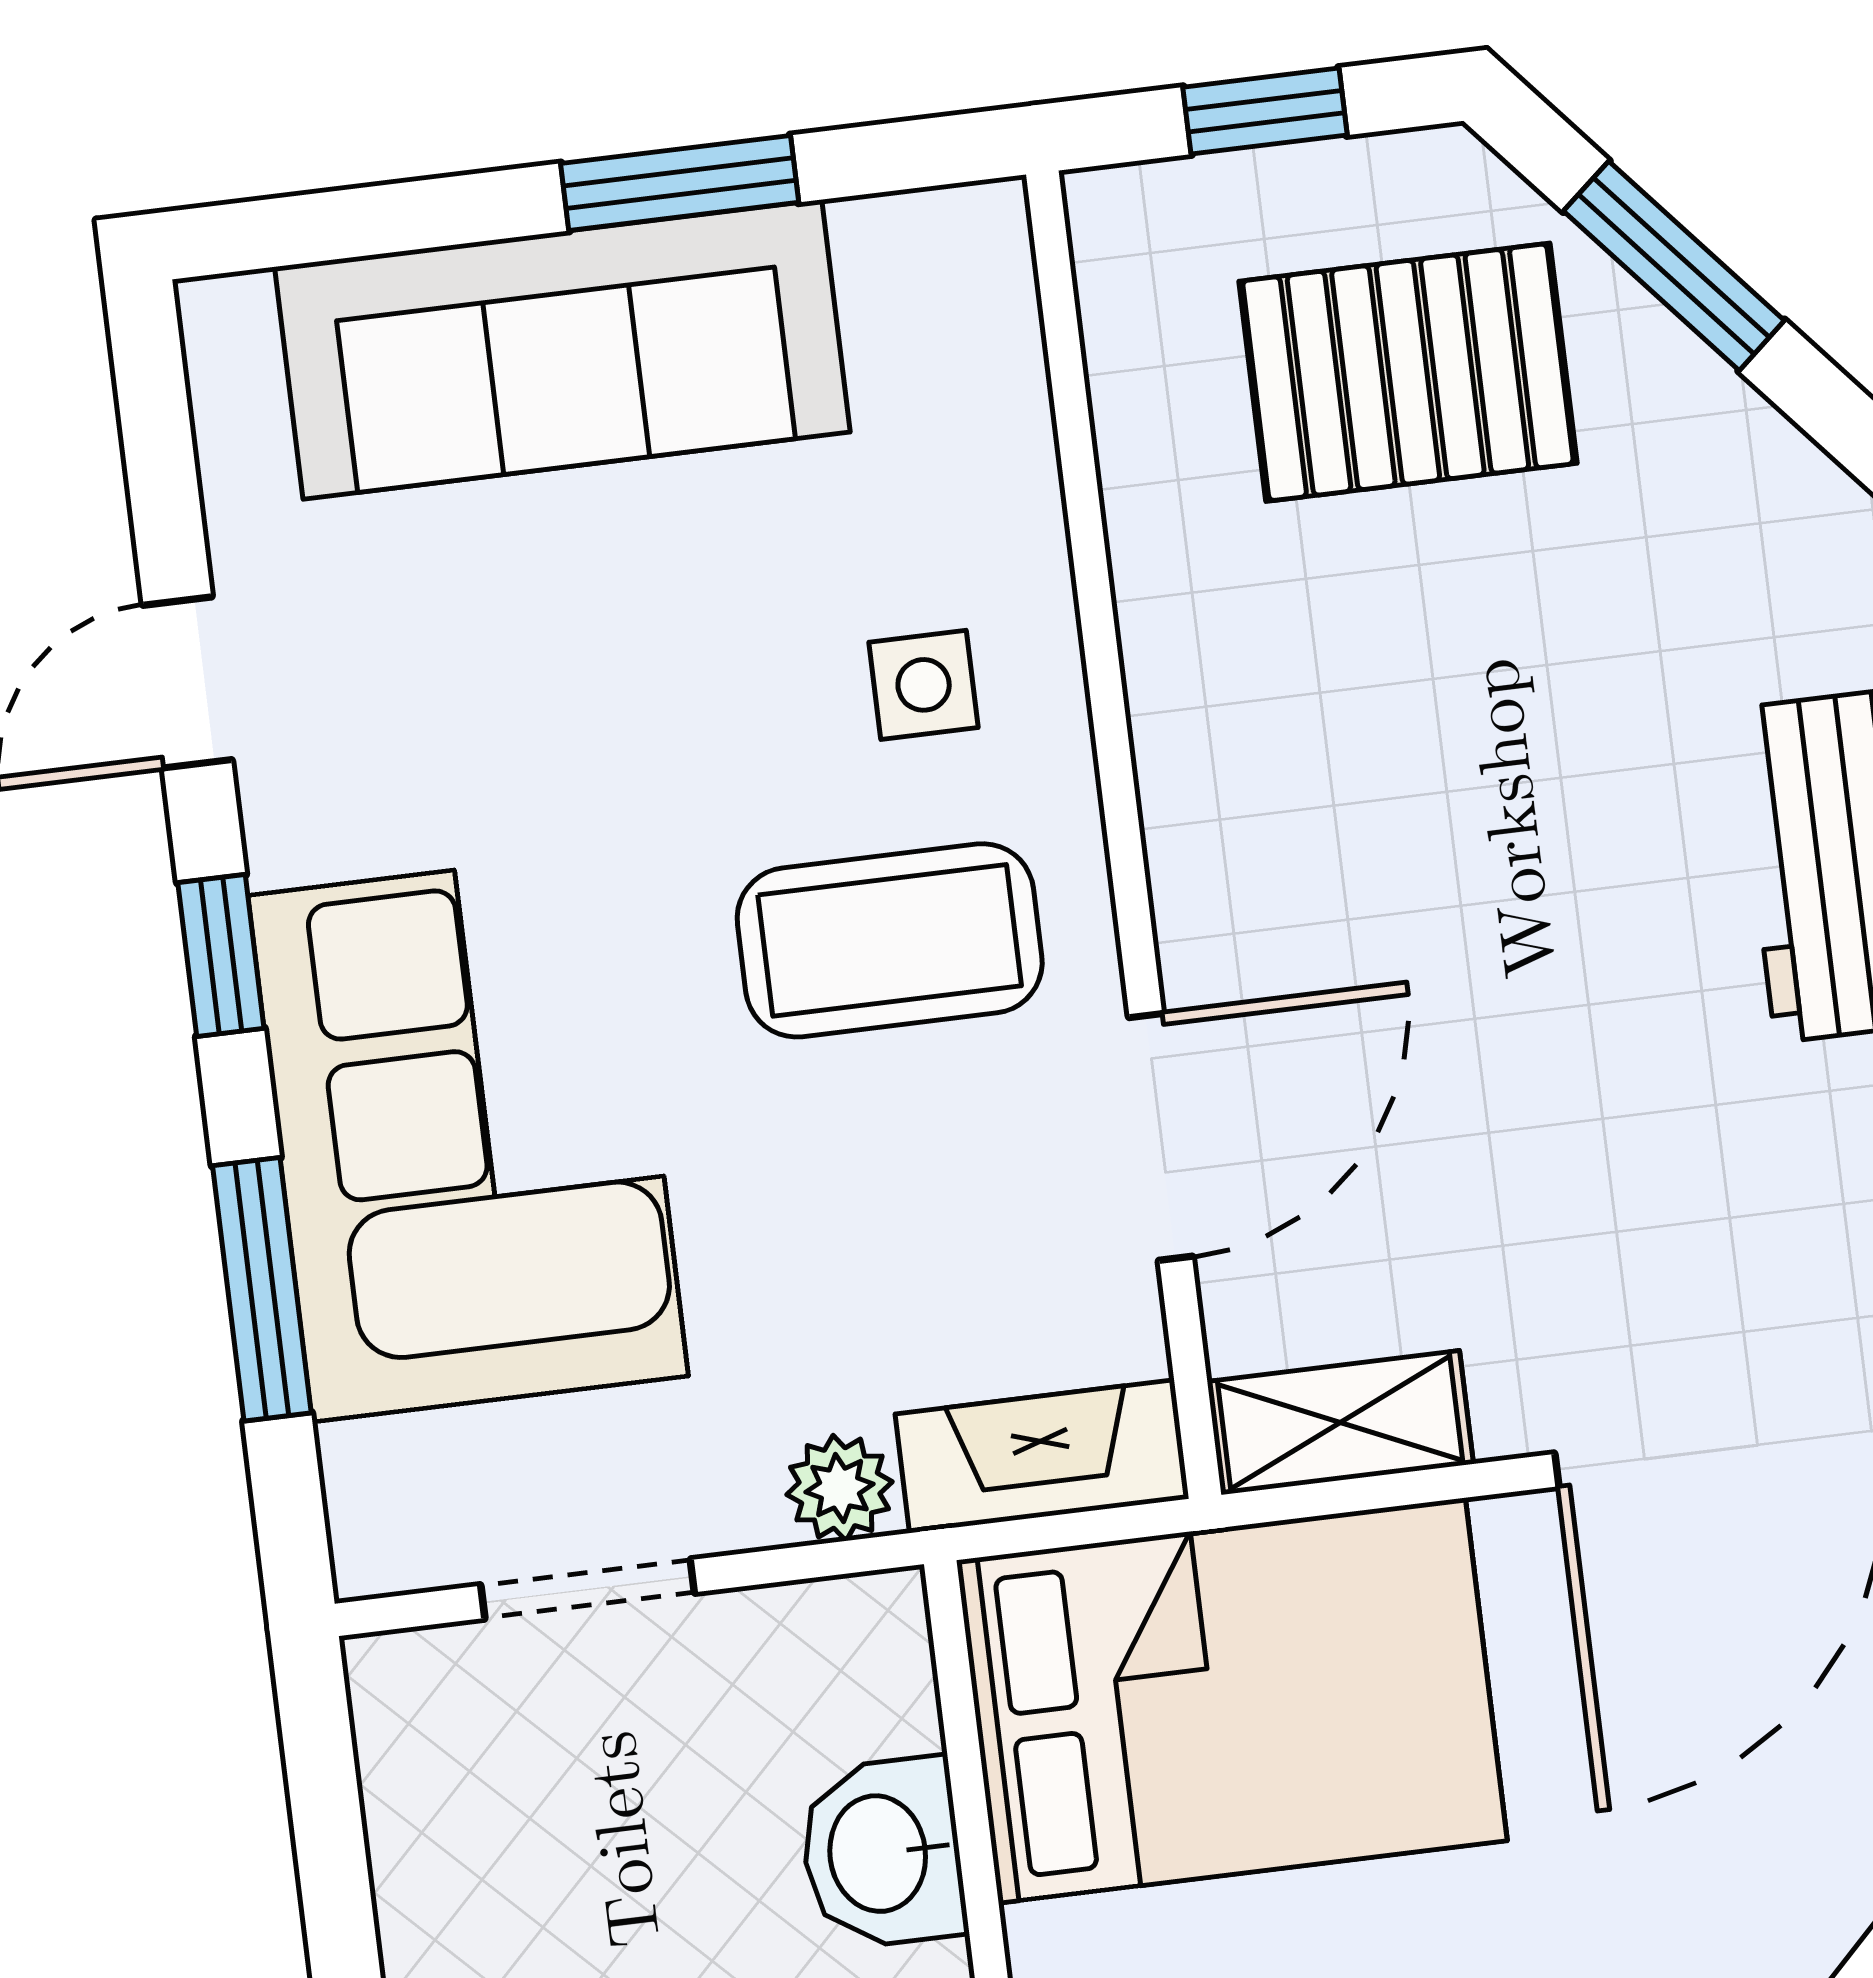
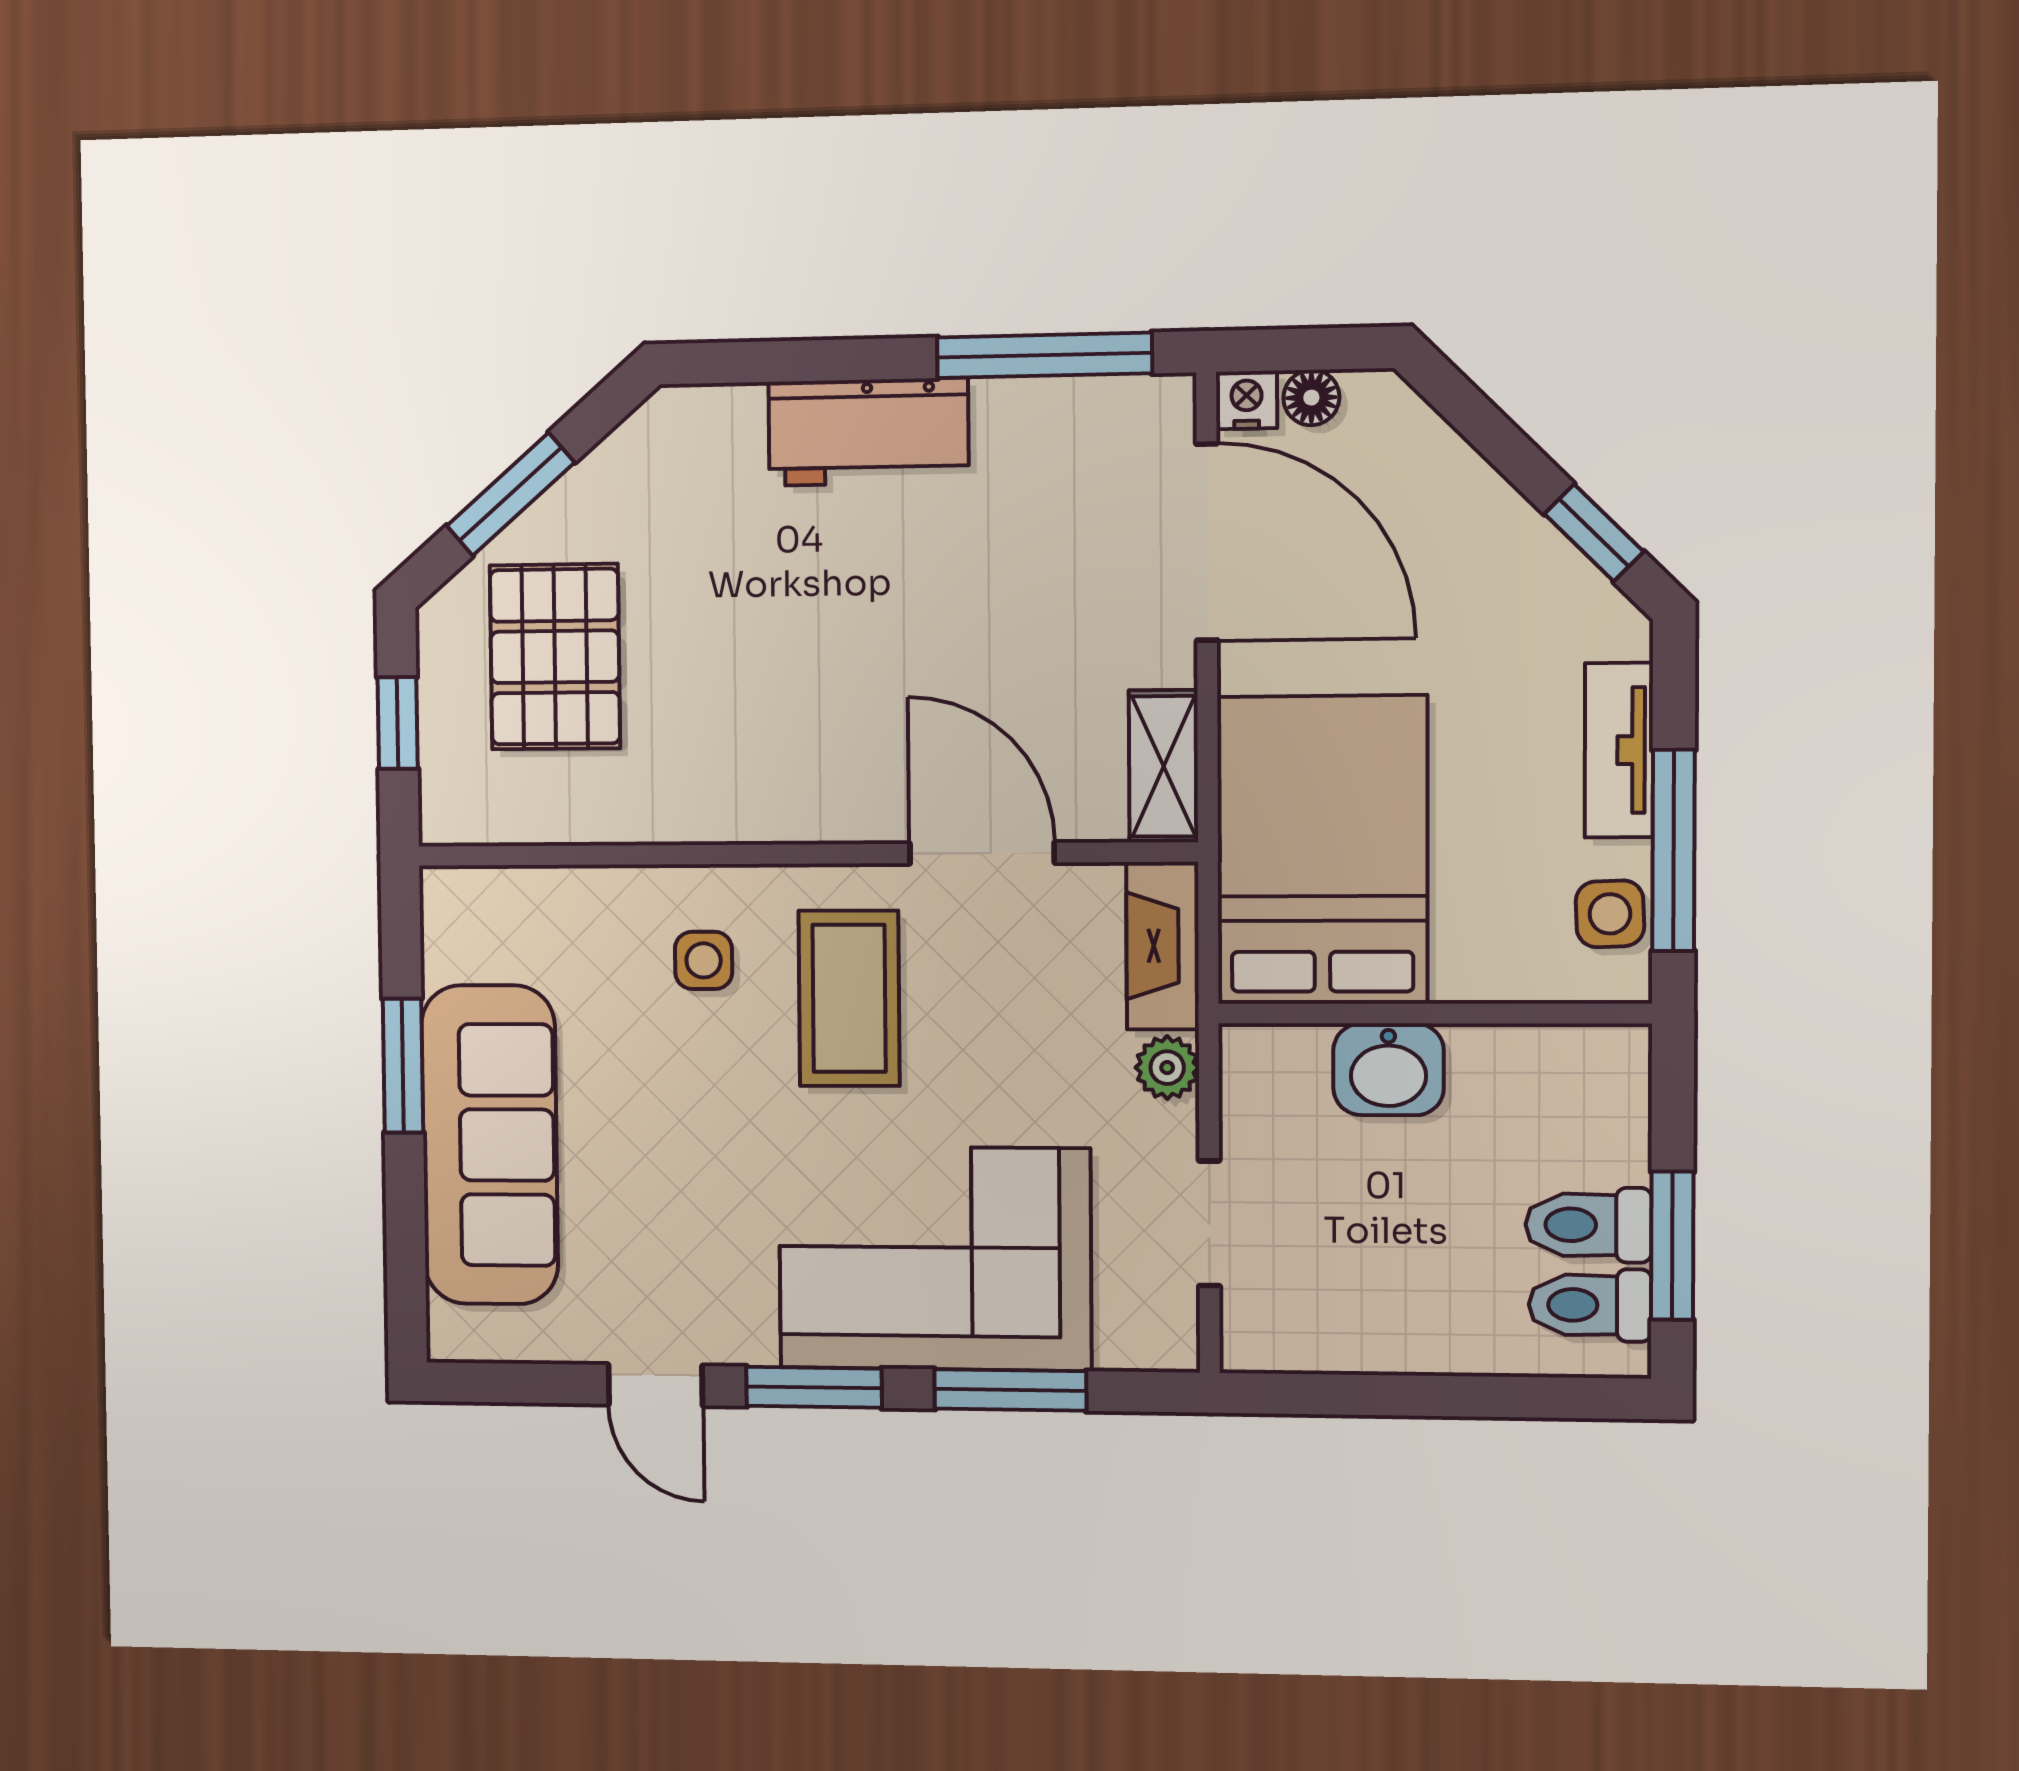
window: (221, 955) -> (814, 1387), width x1.50

